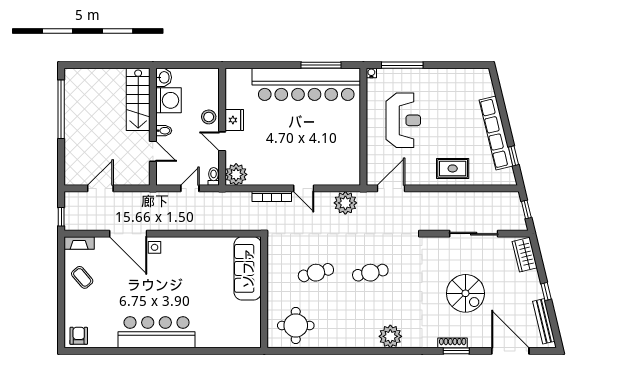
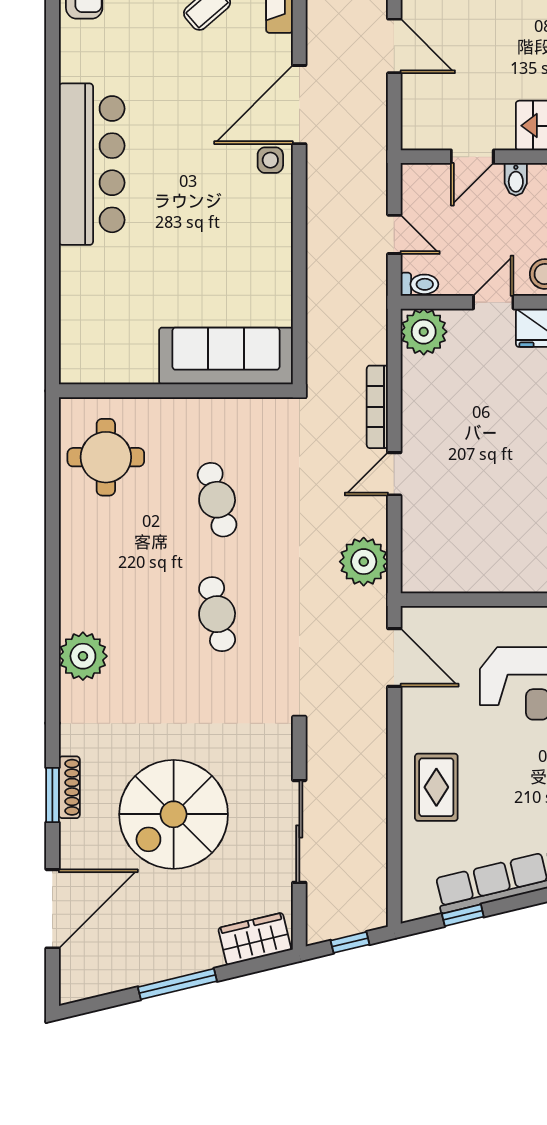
window: (546, 292) -> (177, 984), width x2.17
spiral stairs: (465, 293) -> (174, 814), width x1.37, depth x1.37
bench: (544, 321) -> (115, 979), removed

